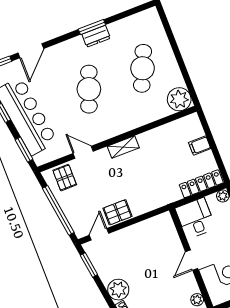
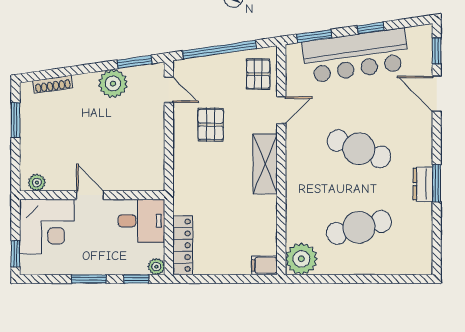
cafe table: (143, 68) -> (359, 227), turned -39
filing cabinet: (200, 146) -> (264, 265), moved, turned -90
shelving: (123, 147) -> (265, 164), width x1.50, depth x1.33
pallet: (65, 178) -> (258, 74), turned 90
pallet: (118, 212) -> (211, 125), moved
plant: (118, 290) -> (113, 84), moved

